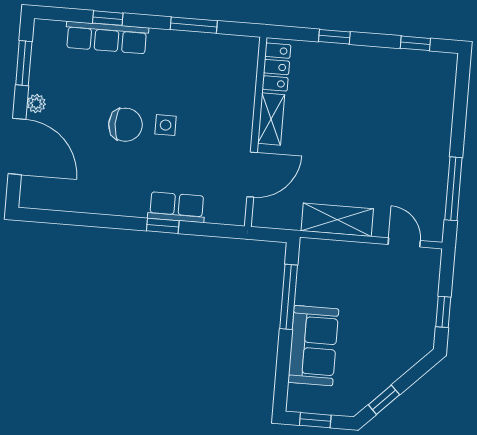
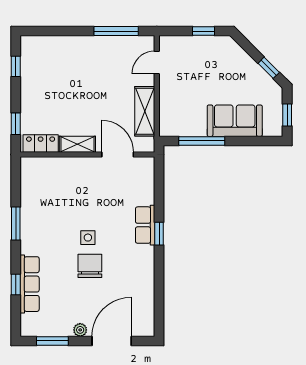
locker: (276, 67) -> (41, 144), moved
shelving: (271, 119) -> (77, 144), moved
wall: (256, 132) -> (87, 154), moved
door: (252, 175) -> (118, 154), moved

